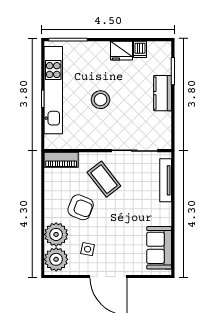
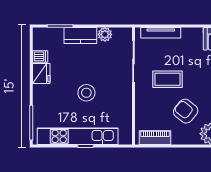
plant: (164, 120) -> (105, 34), added
piano: (61, 160) -> (155, 138), moved, turned -90
coffee table: (104, 179) -> (167, 79), moved, turned 38
armchair: (81, 207) -> (186, 111), turned -73

